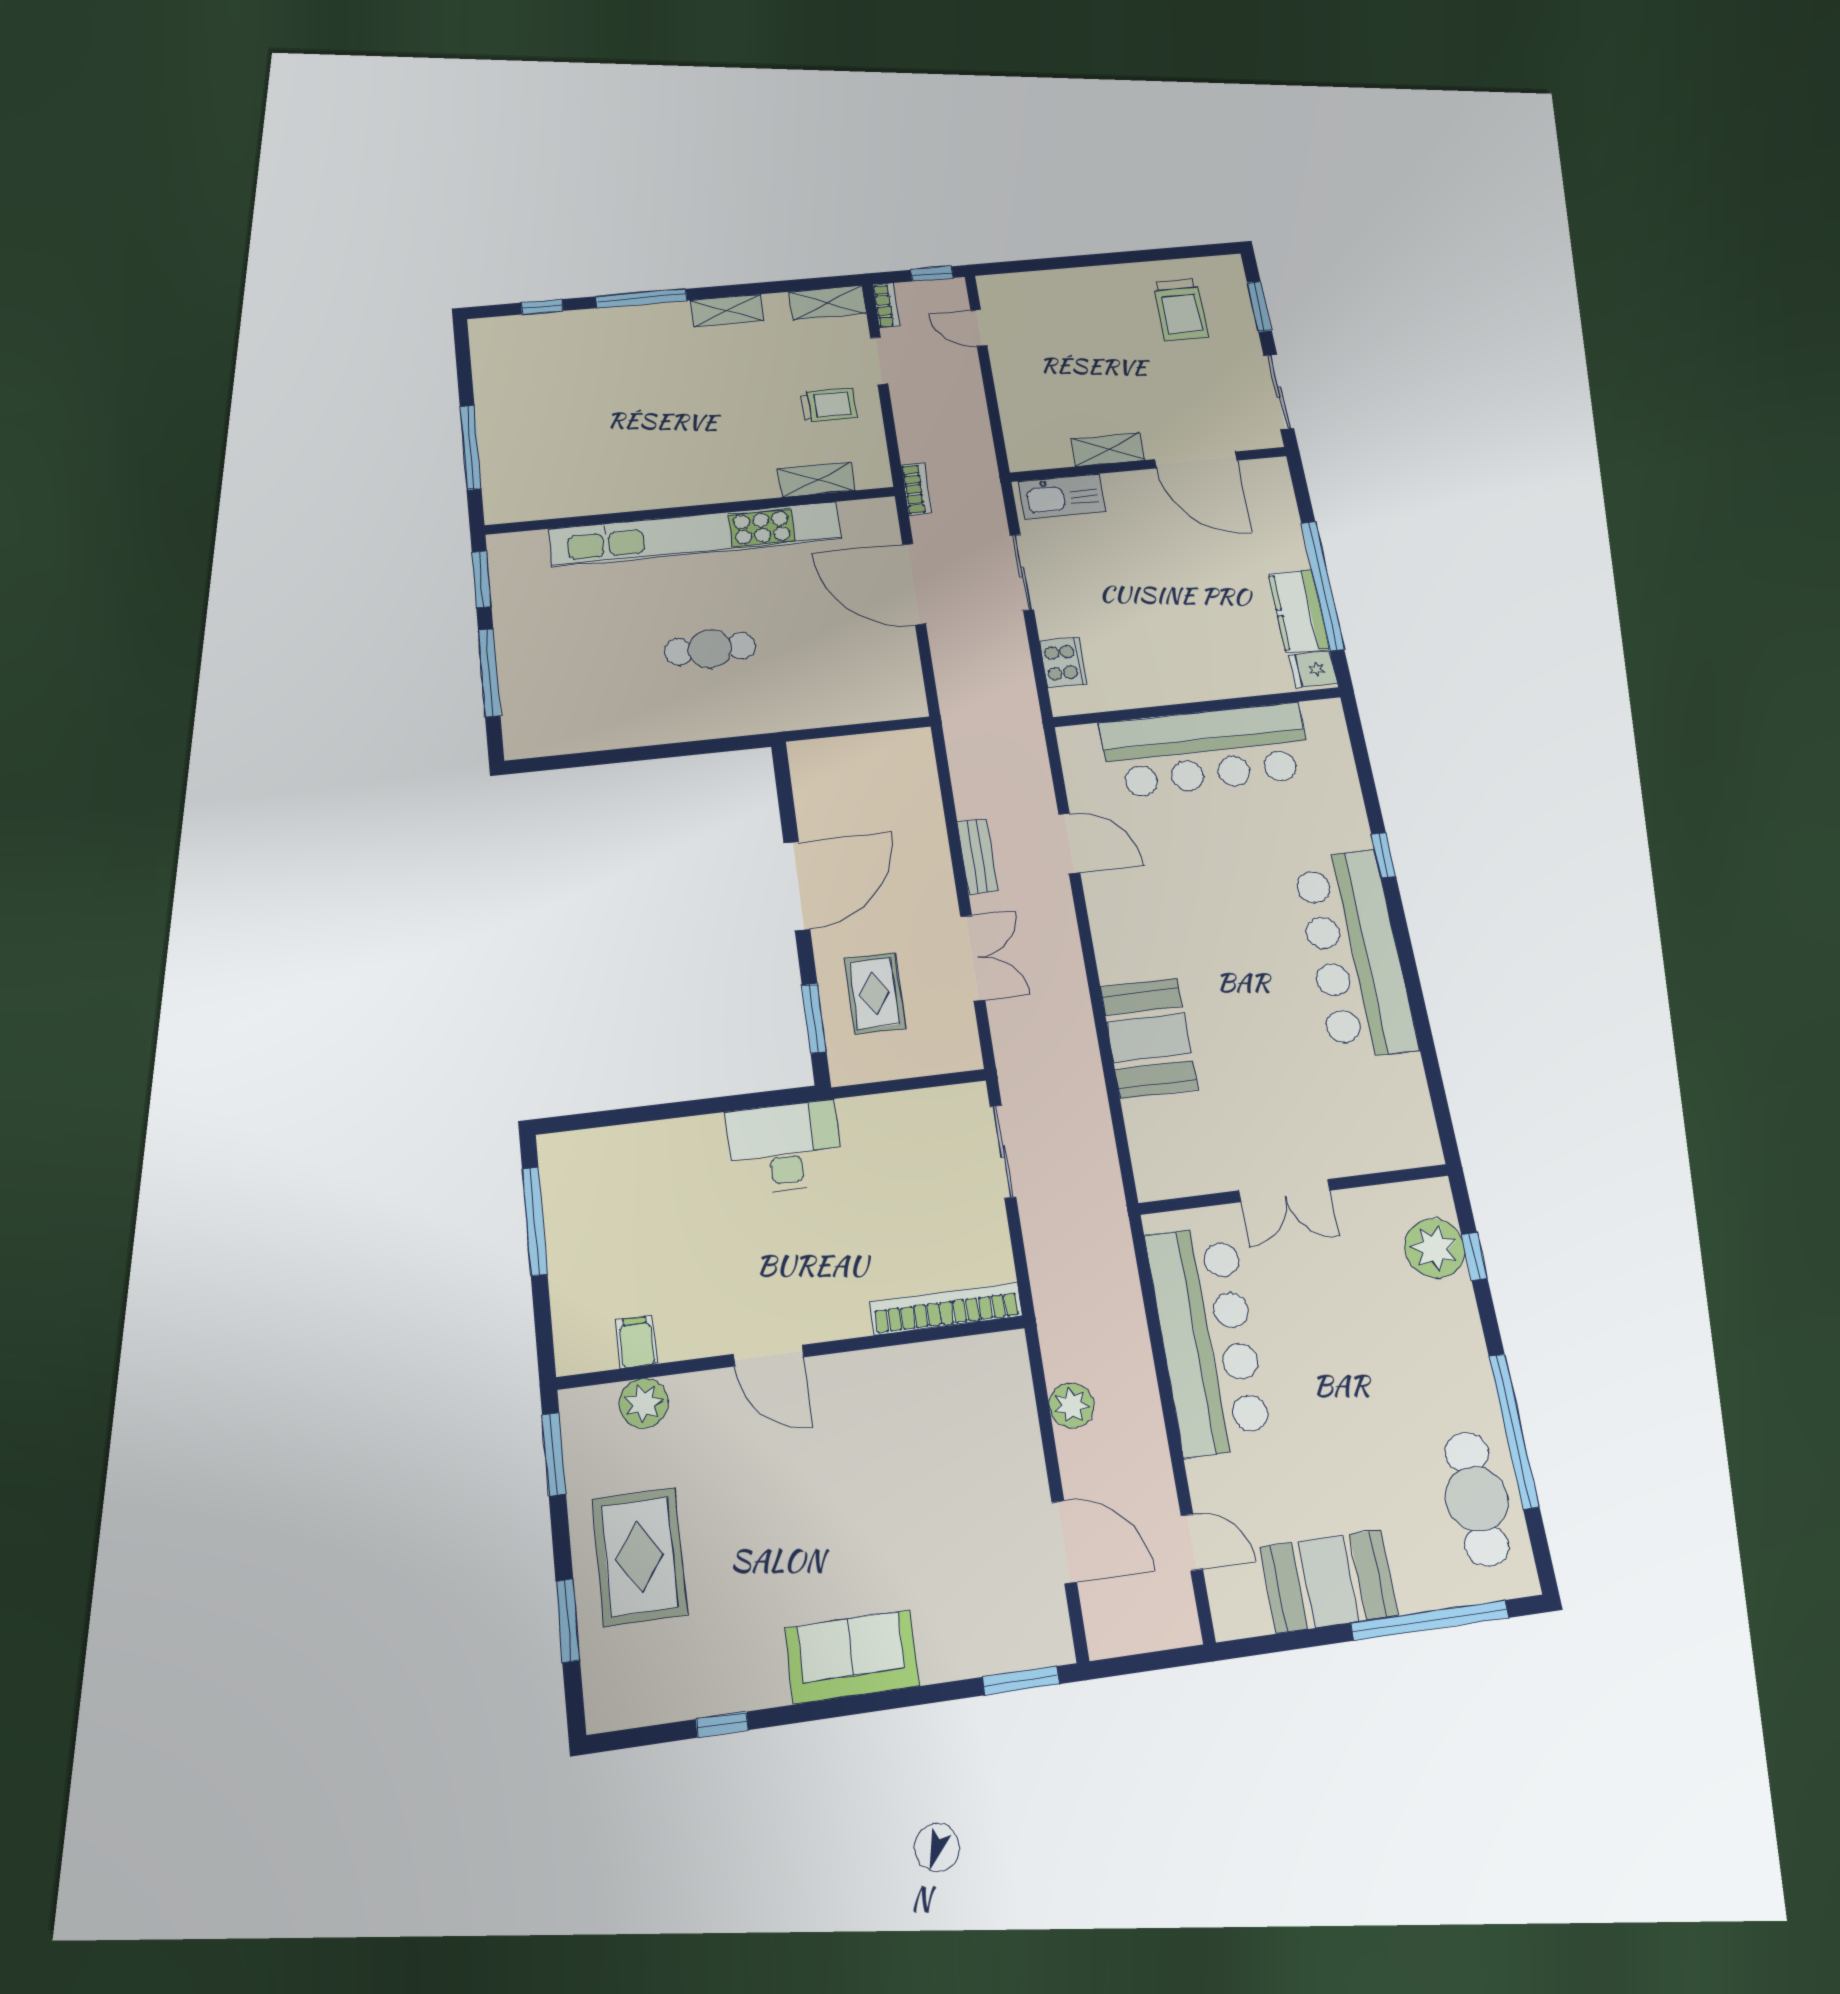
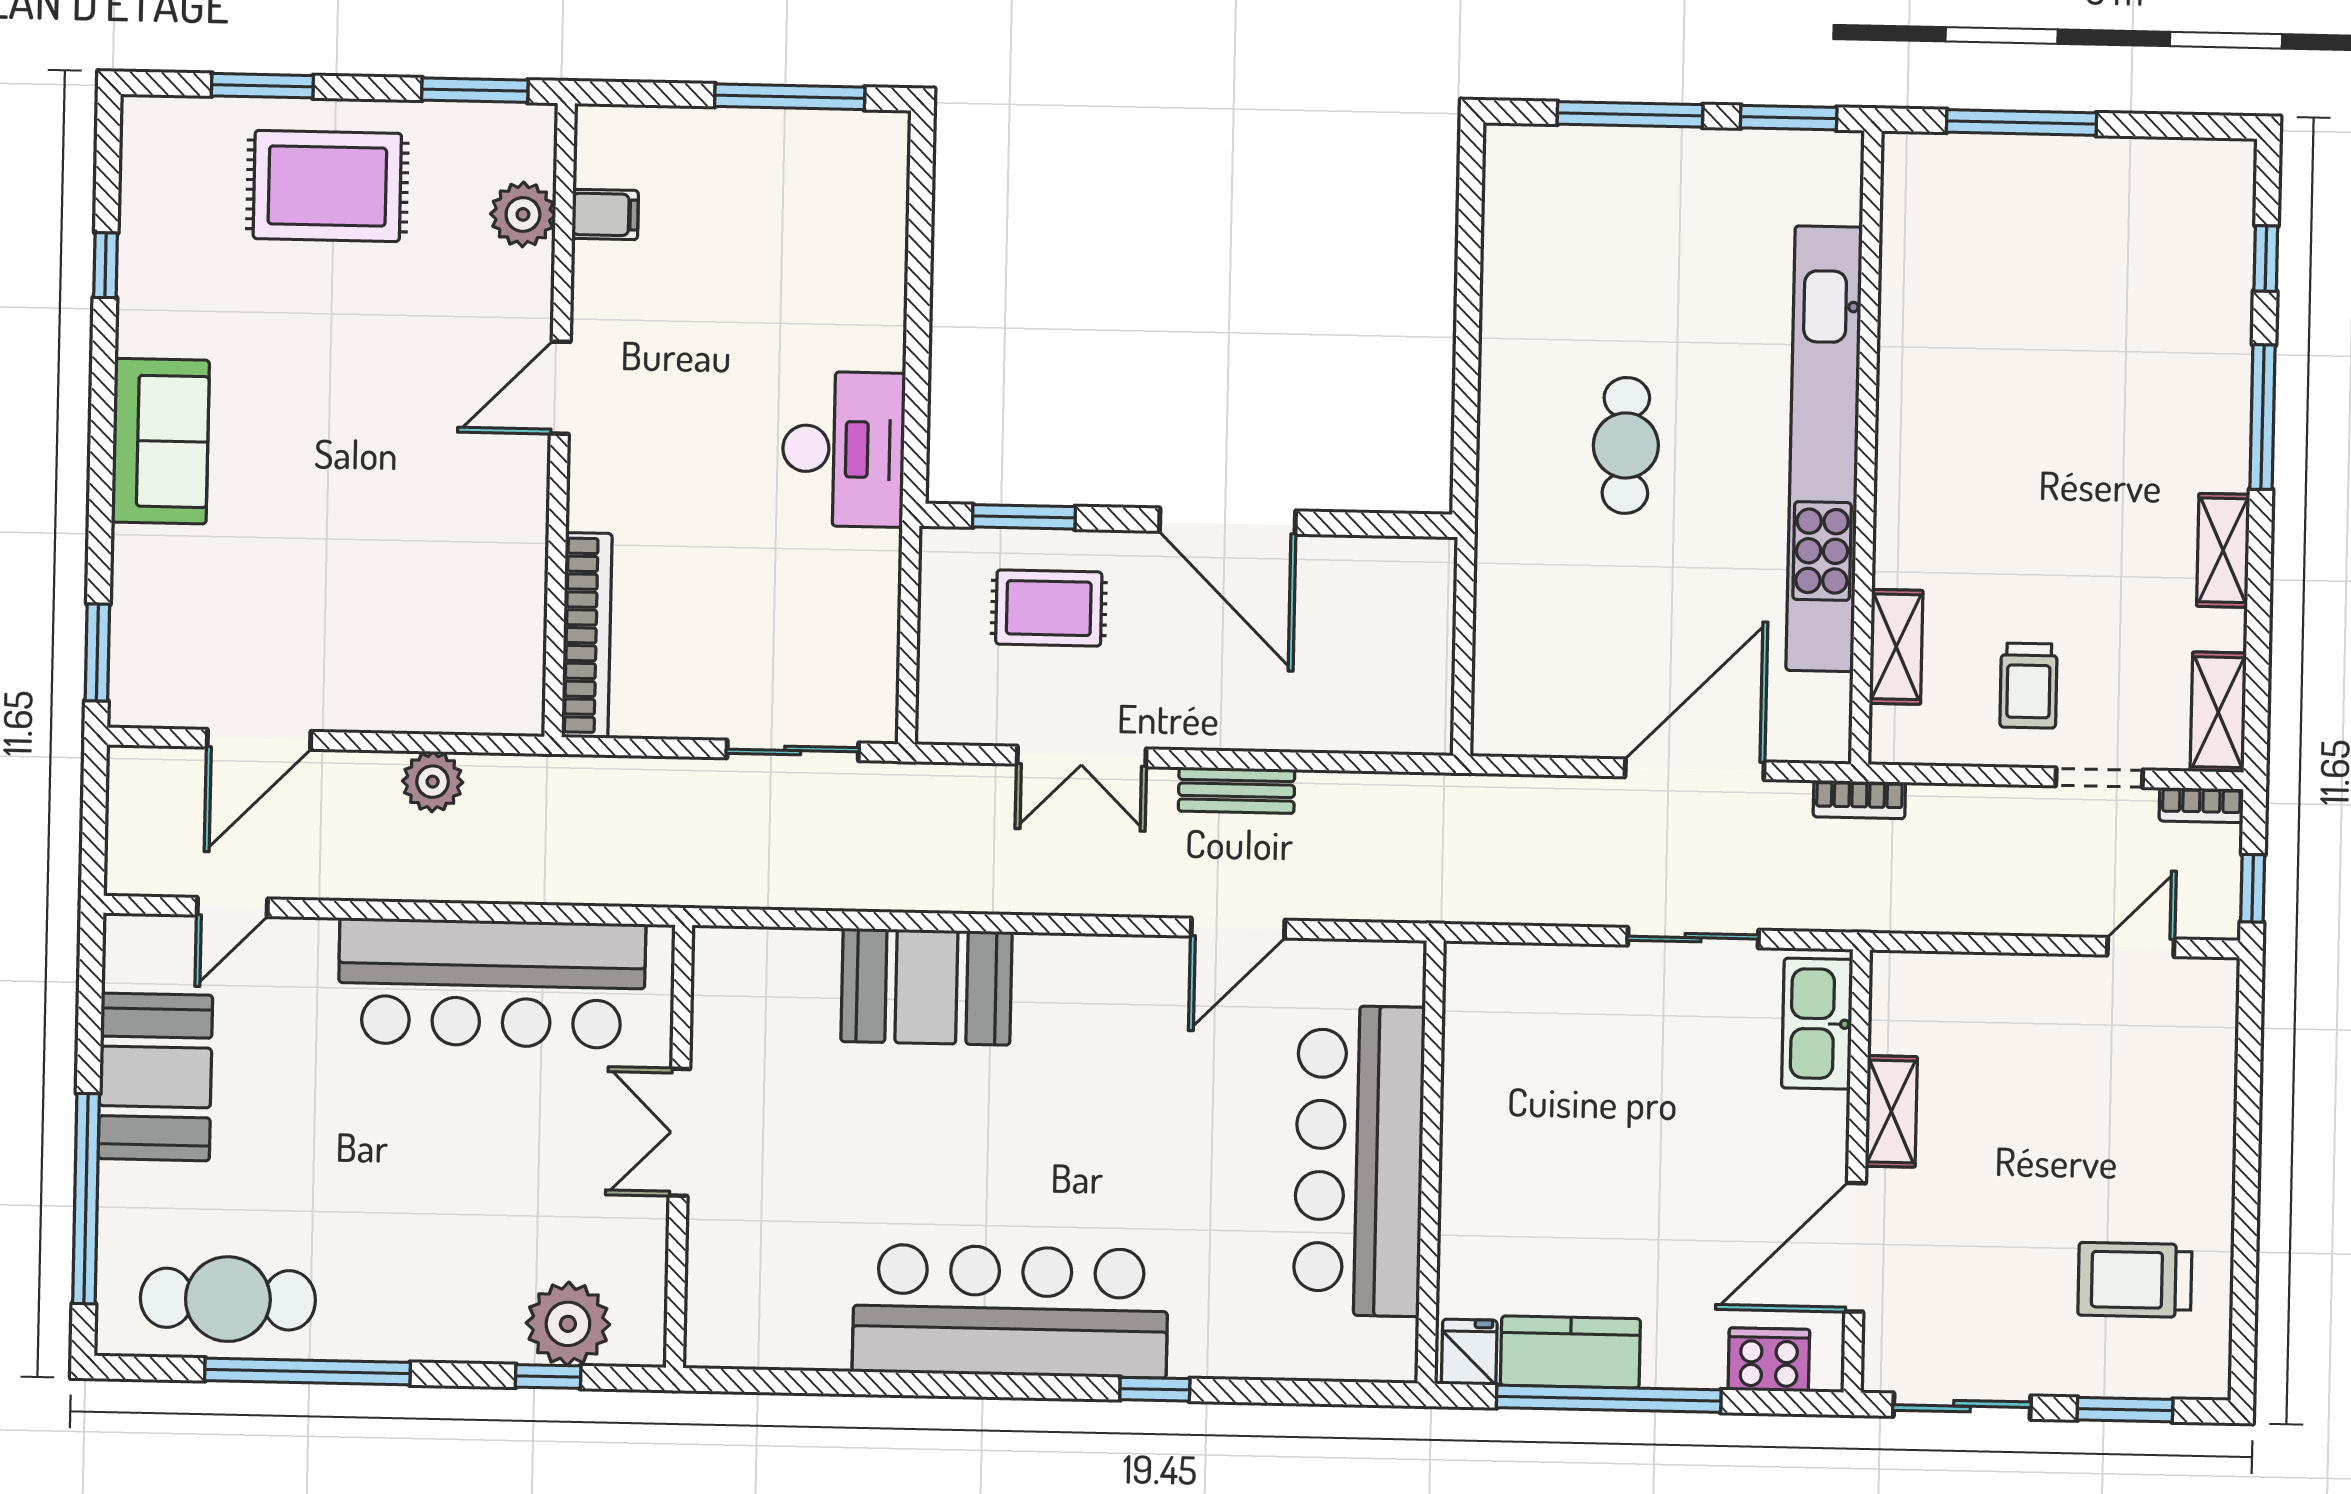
cooker: (1064, 662) -> (1769, 1360), moved, turned 180

